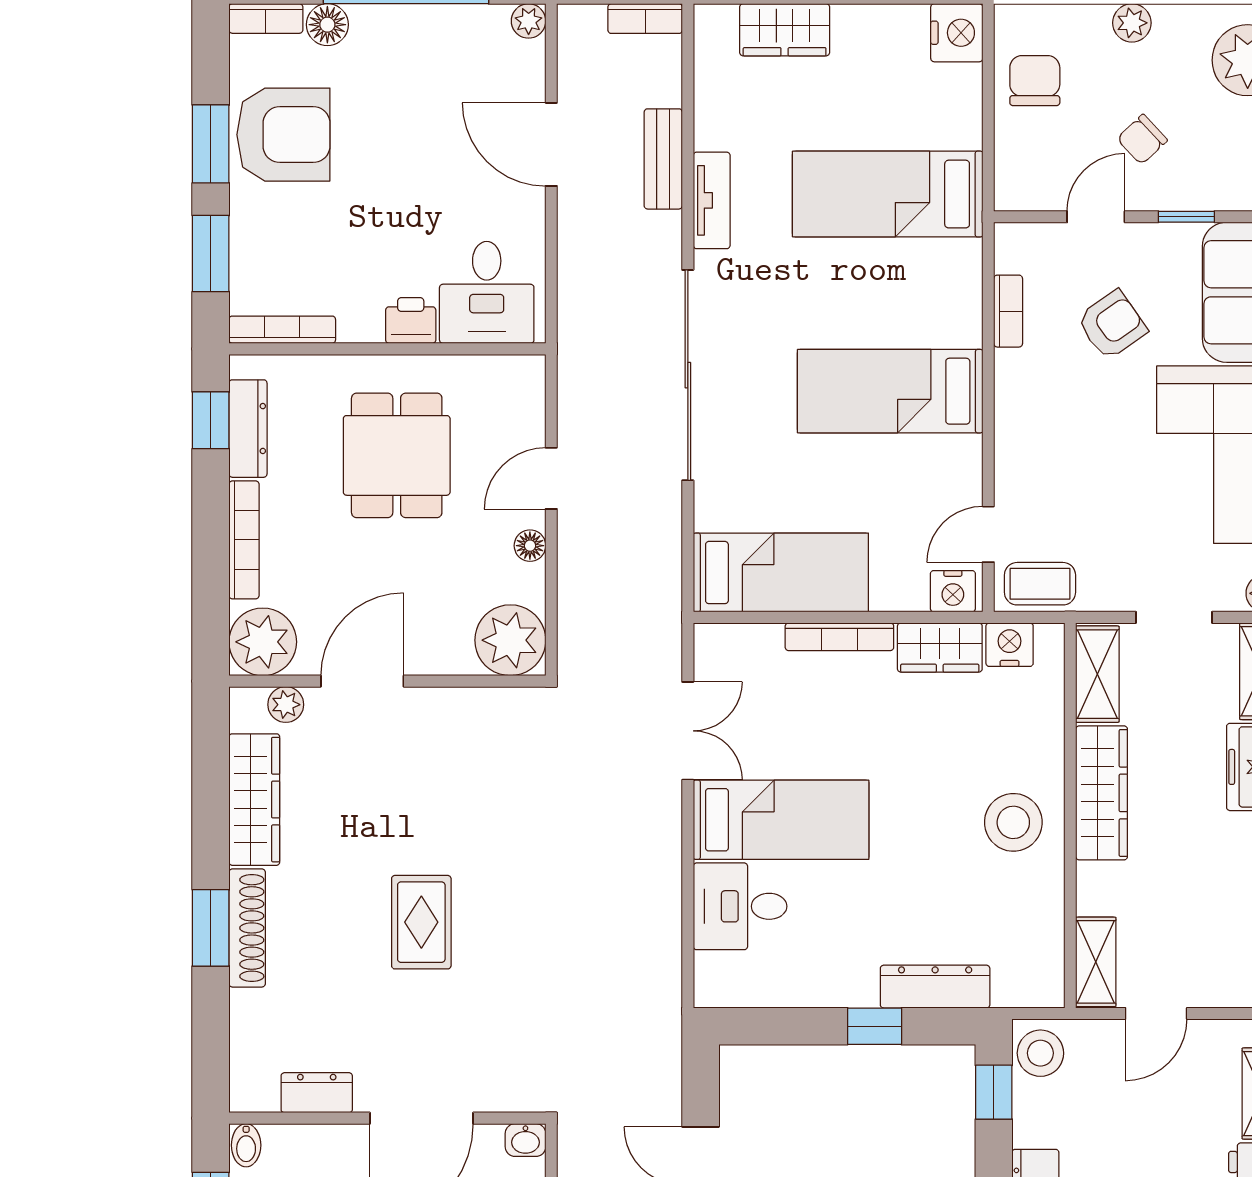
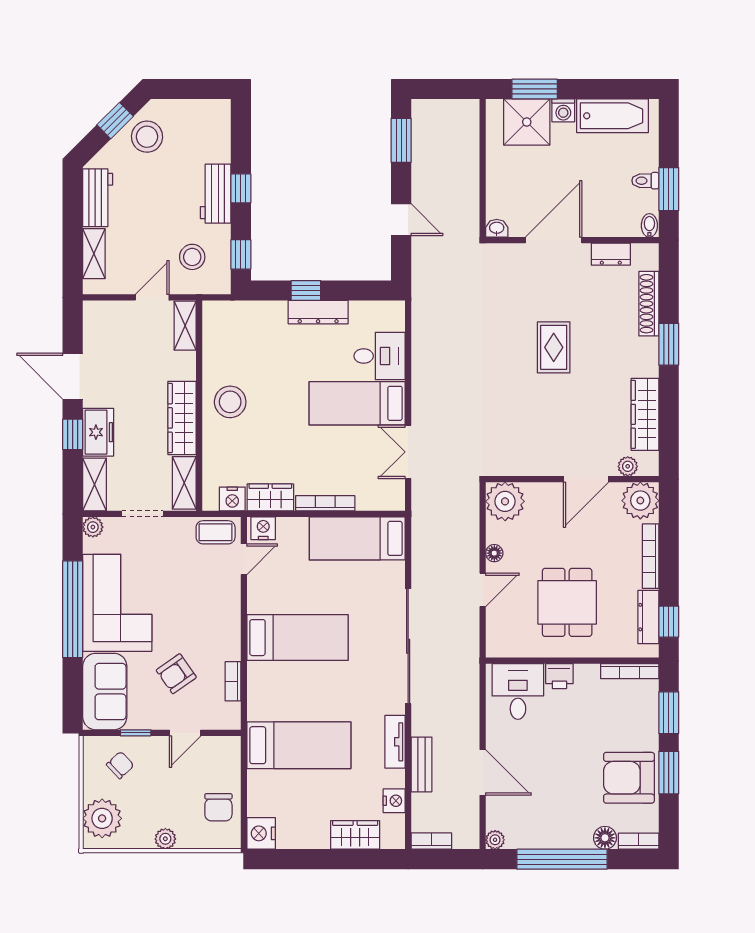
nightstand: (713, 92) -> (394, 801), added
chair: (1142, 139) -> (120, 765), moved
shoe rack: (247, 928) -> (649, 304), moved
dresser: (935, 987) -> (318, 312), moved
stool: (1040, 1053) -> (192, 257), moved

